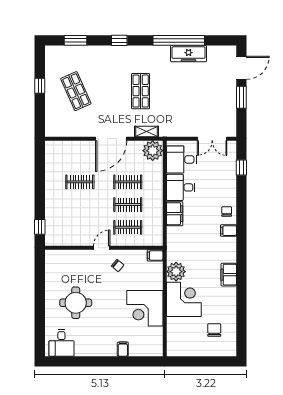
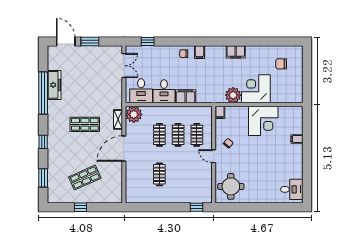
door: (111, 139) -> (124, 149), swing flipped
round table: (76, 303) -> (231, 186), moved

